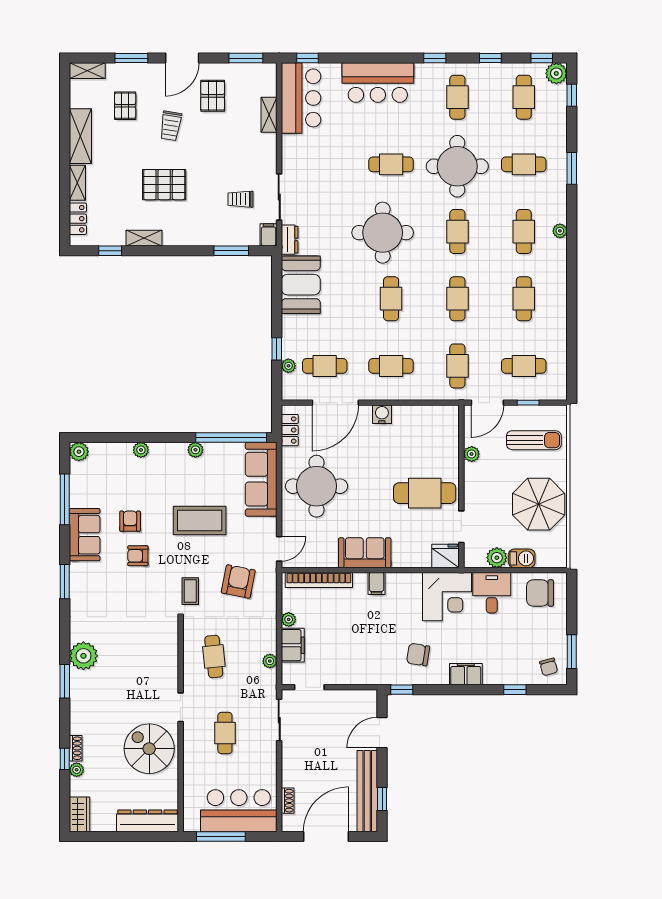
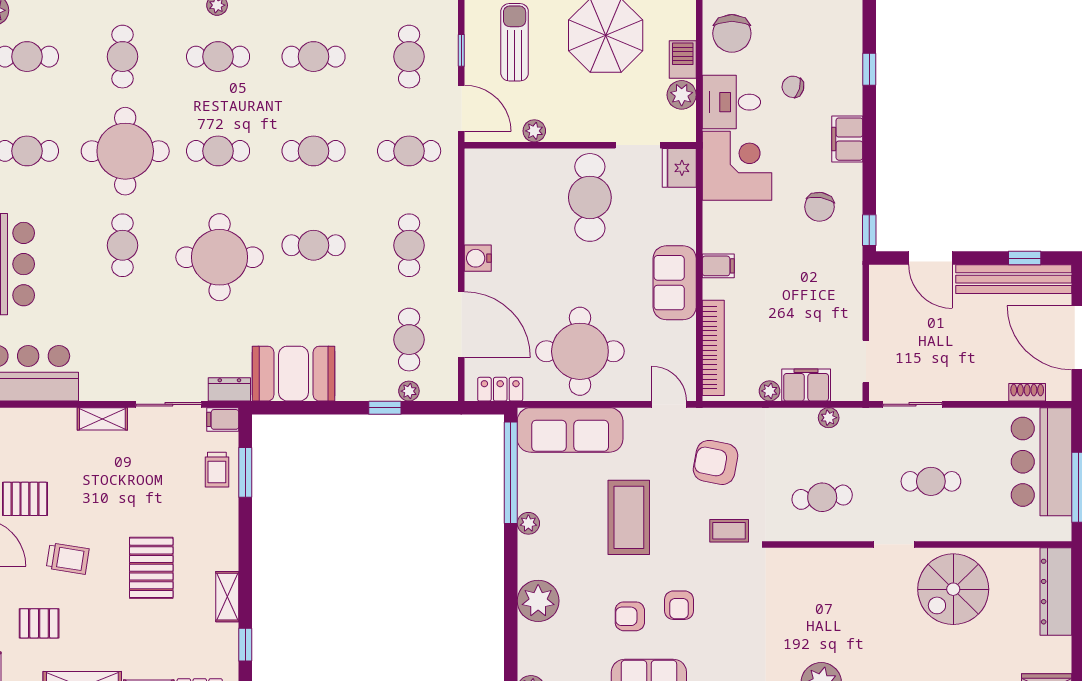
shelving: (269, 115) -> (102, 419), moved
trolley: (240, 199) -> (217, 470), moved
plant: (141, 450) -> (538, 601), width x1.87, depth x1.87
chair: (549, 667) -> (793, 87), moved, turned -149

